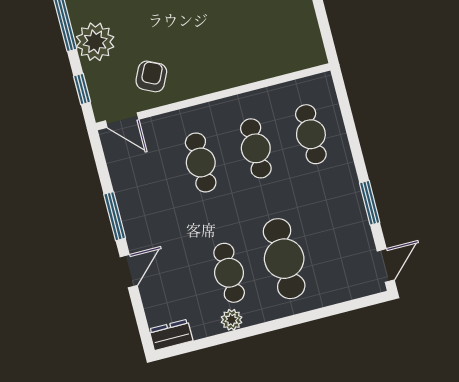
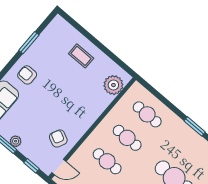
plant: (95, 42) -> (16, 141), width x0.53, depth x0.53
plant: (291, 54) -> (113, 85), added

